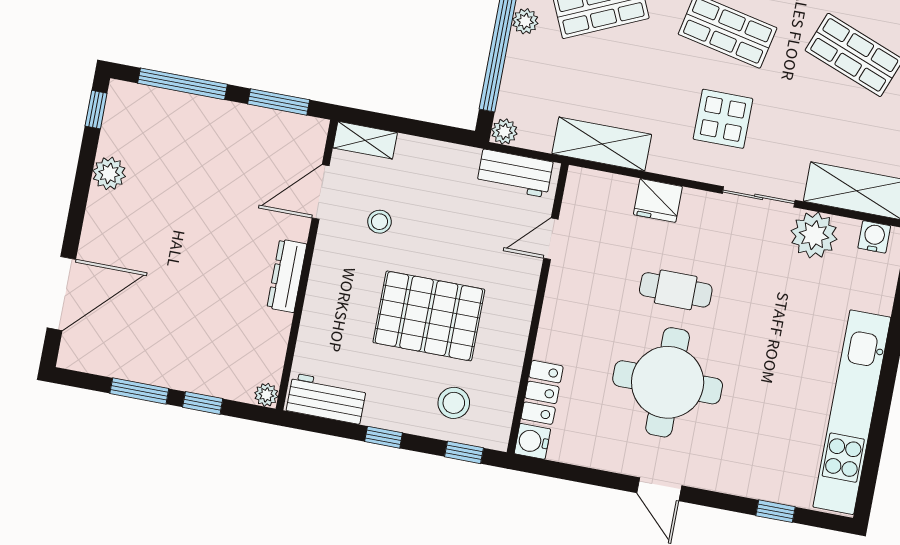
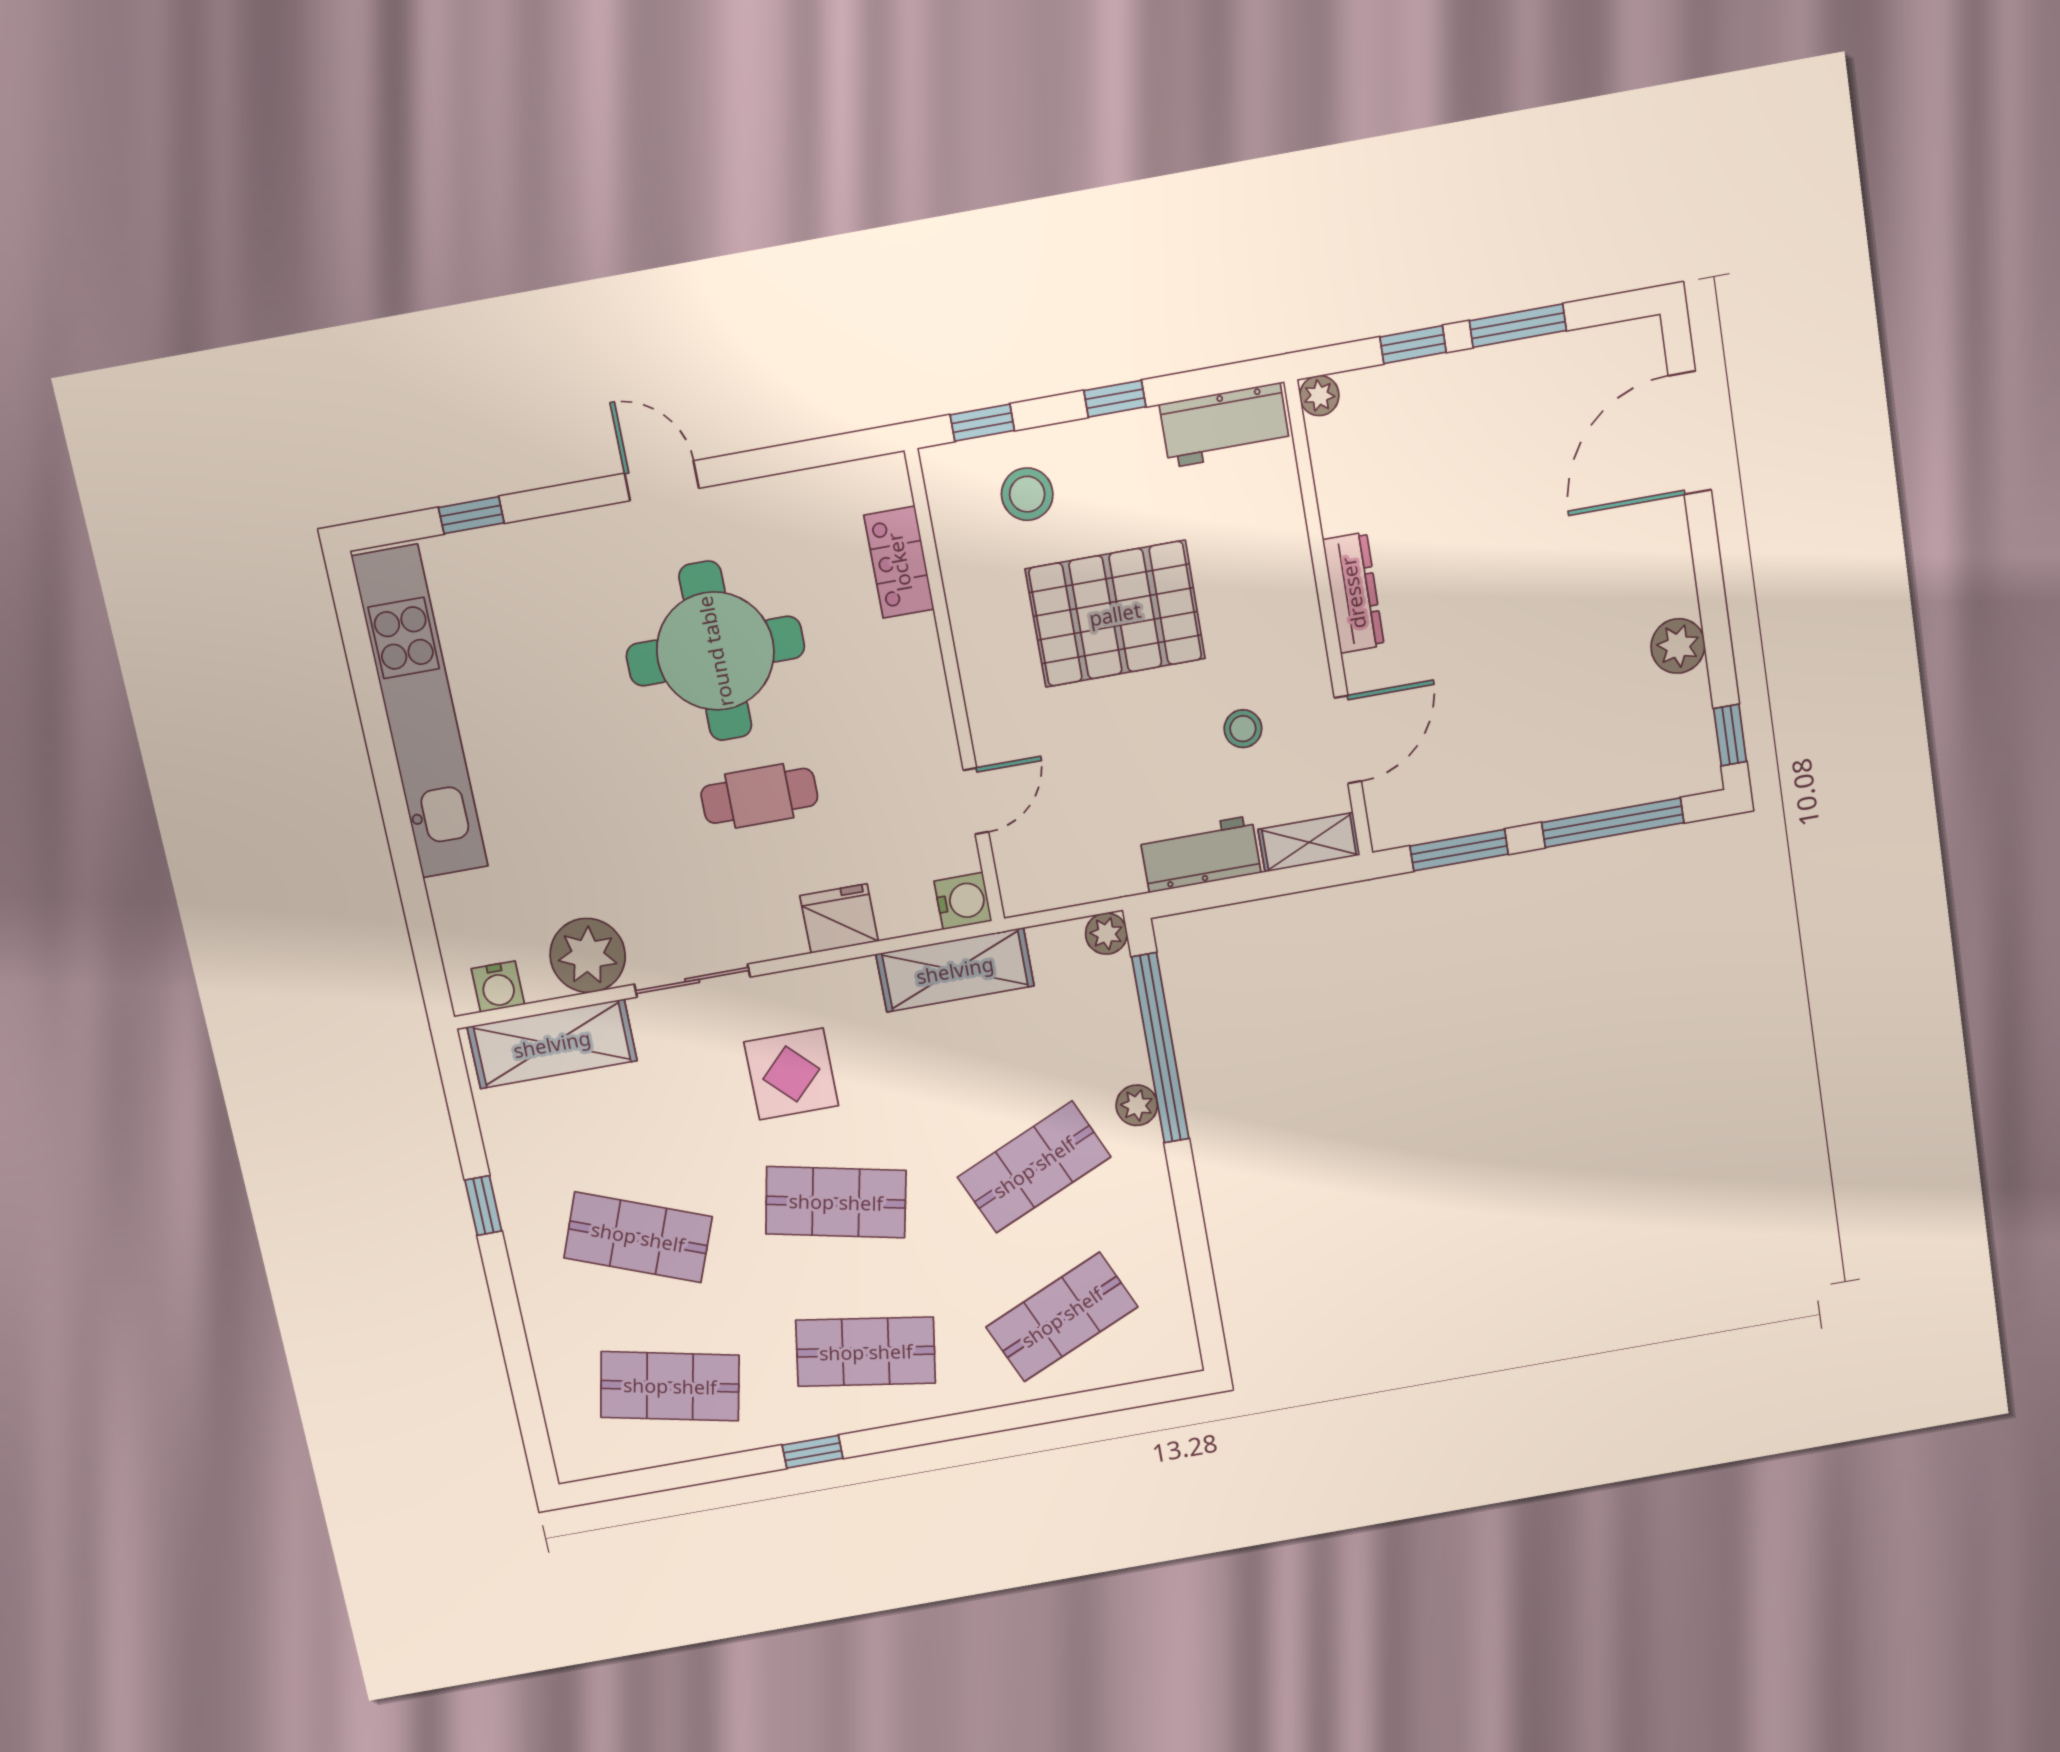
workbench: (515, 173) -> (1200, 854), moved
water cooler: (532, 441) -> (963, 901), moved

